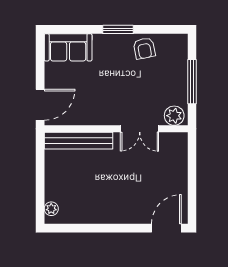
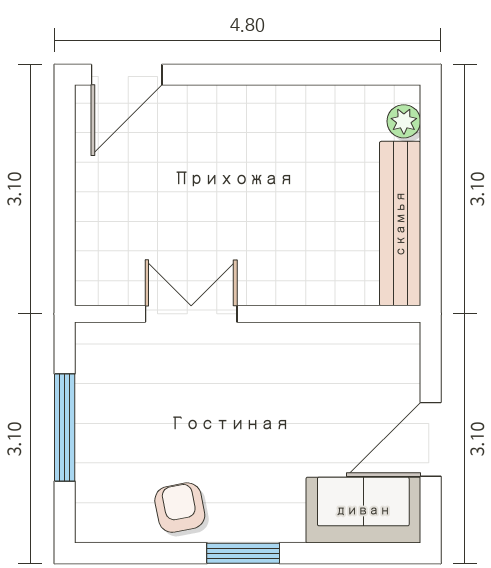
door: (40, 105) -> (431, 439), moved
plant: (174, 116) -> (108, 345), removed
bench: (78, 141) -> (400, 224), moved, turned 90

